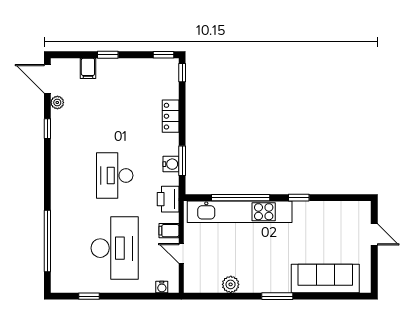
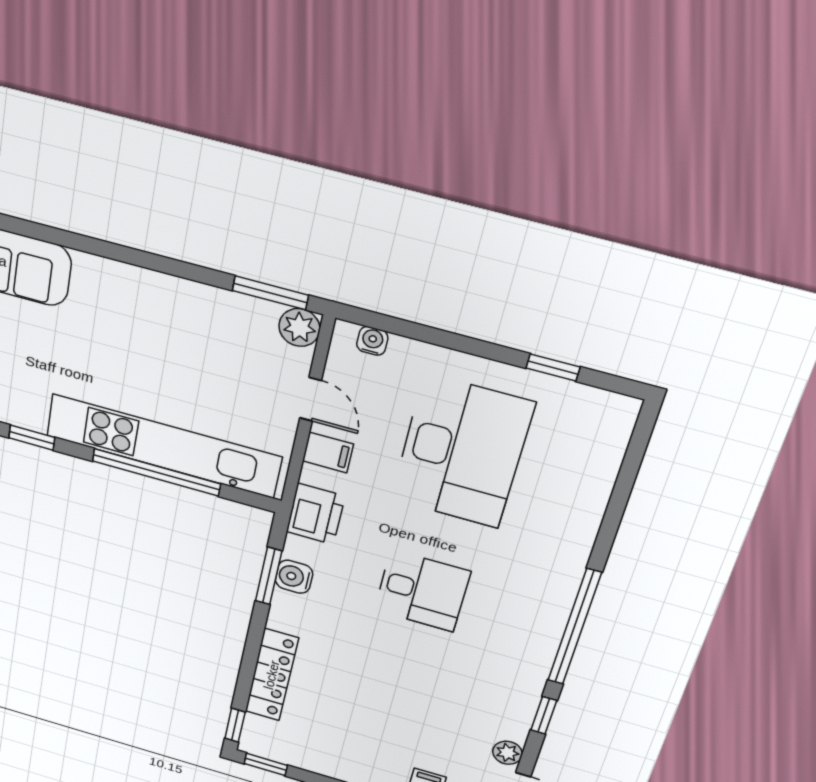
locker: (171, 116) -> (272, 675), width x1.53
desk: (115, 175) -> (422, 591), width x0.73
window: (47, 241) -> (574, 627), moved
desk: (115, 248) -> (462, 452), turned 180
plant: (231, 284) -> (299, 327), moved
window: (277, 296) -> (270, 293), moved

